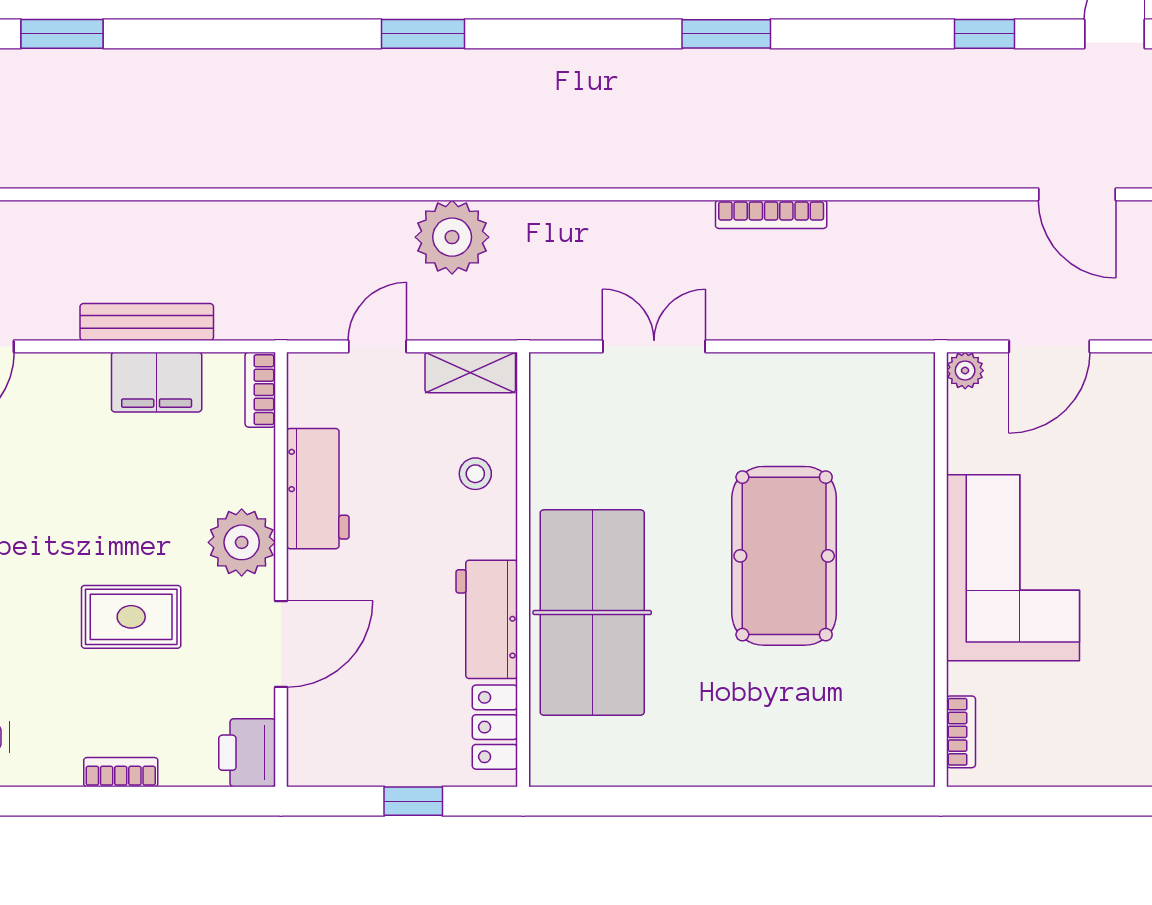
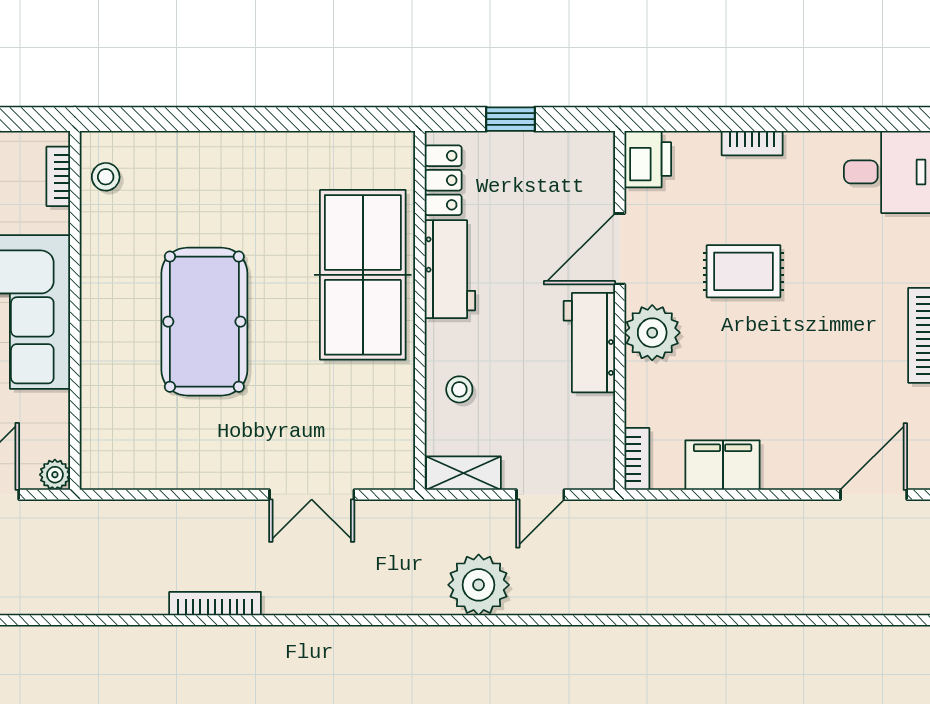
bench: (147, 322) -> (731, 515), removed
workbench: (318, 489) -> (589, 343), moved
stool: (904, 731) -> (106, 177), added

